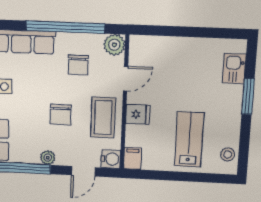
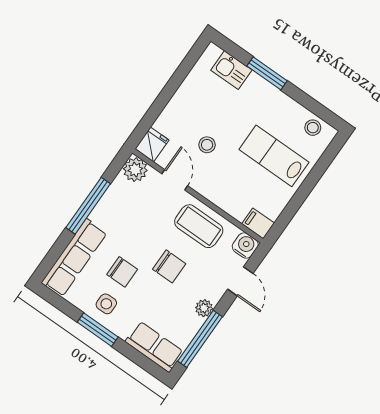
window: (65, 27) -> (88, 206), width x0.68
chair: (78, 65) -> (122, 272), moved
stool: (166, 86) -> (207, 145), added
fridge: (138, 114) -> (152, 144), moved

